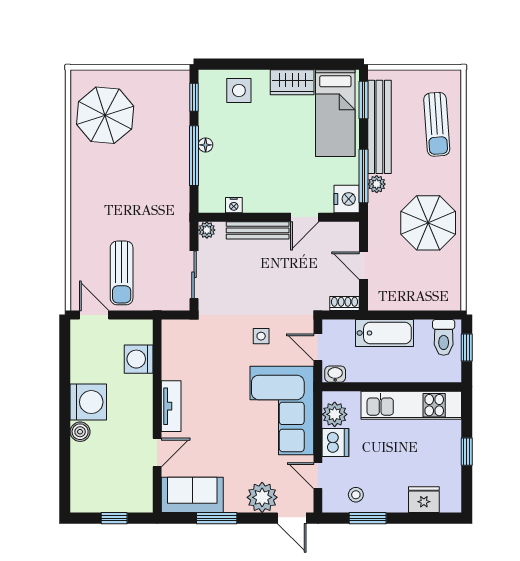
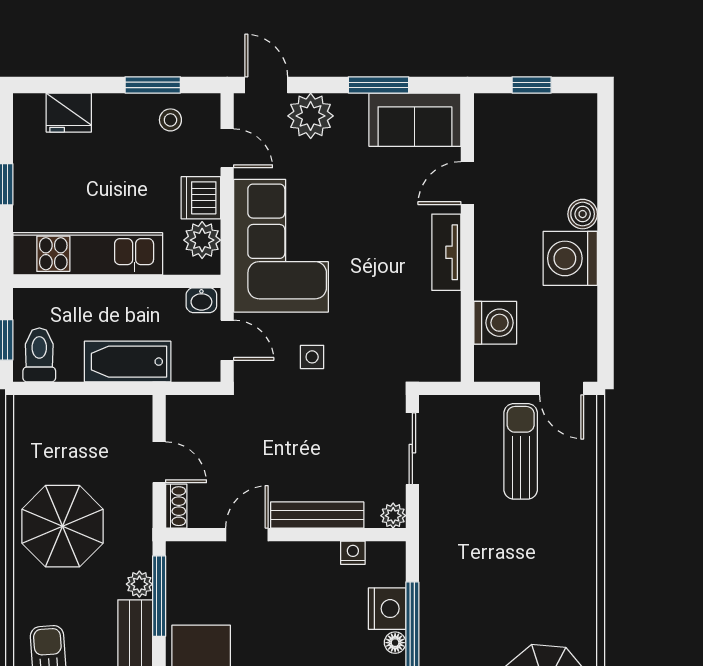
nightstand: (347, 199) -> (387, 609), moved, turned 180
shoe rack: (344, 304) -> (176, 506), moved, turned -90

